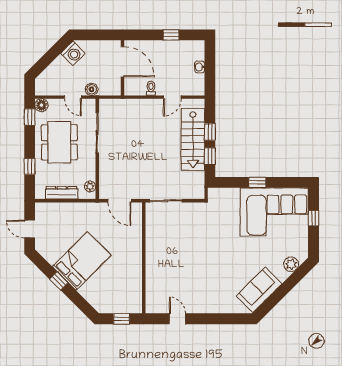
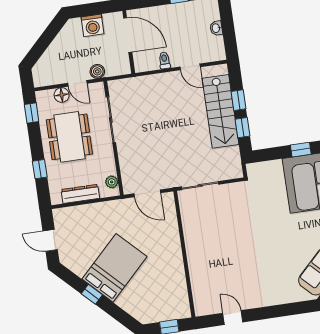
washing machine: (73, 53) -> (92, 25), moved, turned 45
door: (172, 97) -> (190, 67), hinge flipped
floor lamp: (41, 105) -> (62, 95), moved

